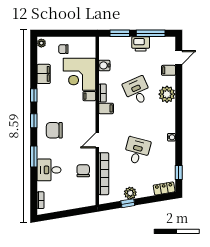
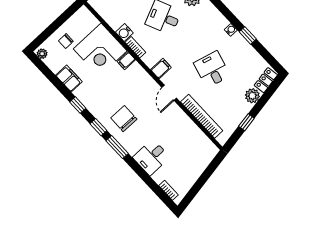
water cooler: (104, 65) -> (124, 33), moved
filing cabinet: (106, 108) -> (161, 69), moved
chair: (54, 130) -> (124, 119), turned 91
window: (34, 157) -> (117, 147), moved
chair: (83, 171) -> (182, 130), removed
window: (179, 173) -> (248, 35), moved
plant: (130, 193) -> (252, 96), moved

